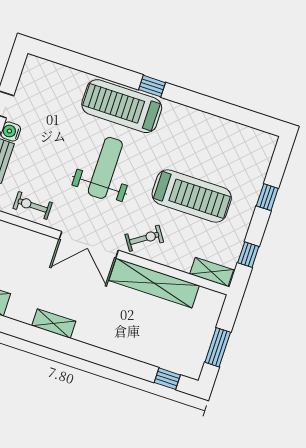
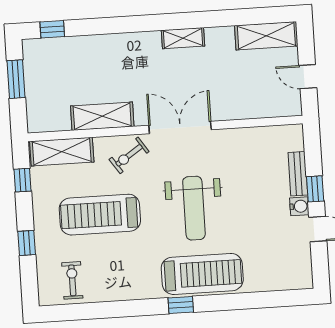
exercise bike: (33, 205) -> (72, 280), moved, turned -90
shelving: (212, 272) -> (62, 152), width x1.50, depth x1.33
shelving: (154, 283) -> (102, 116), width x0.68

